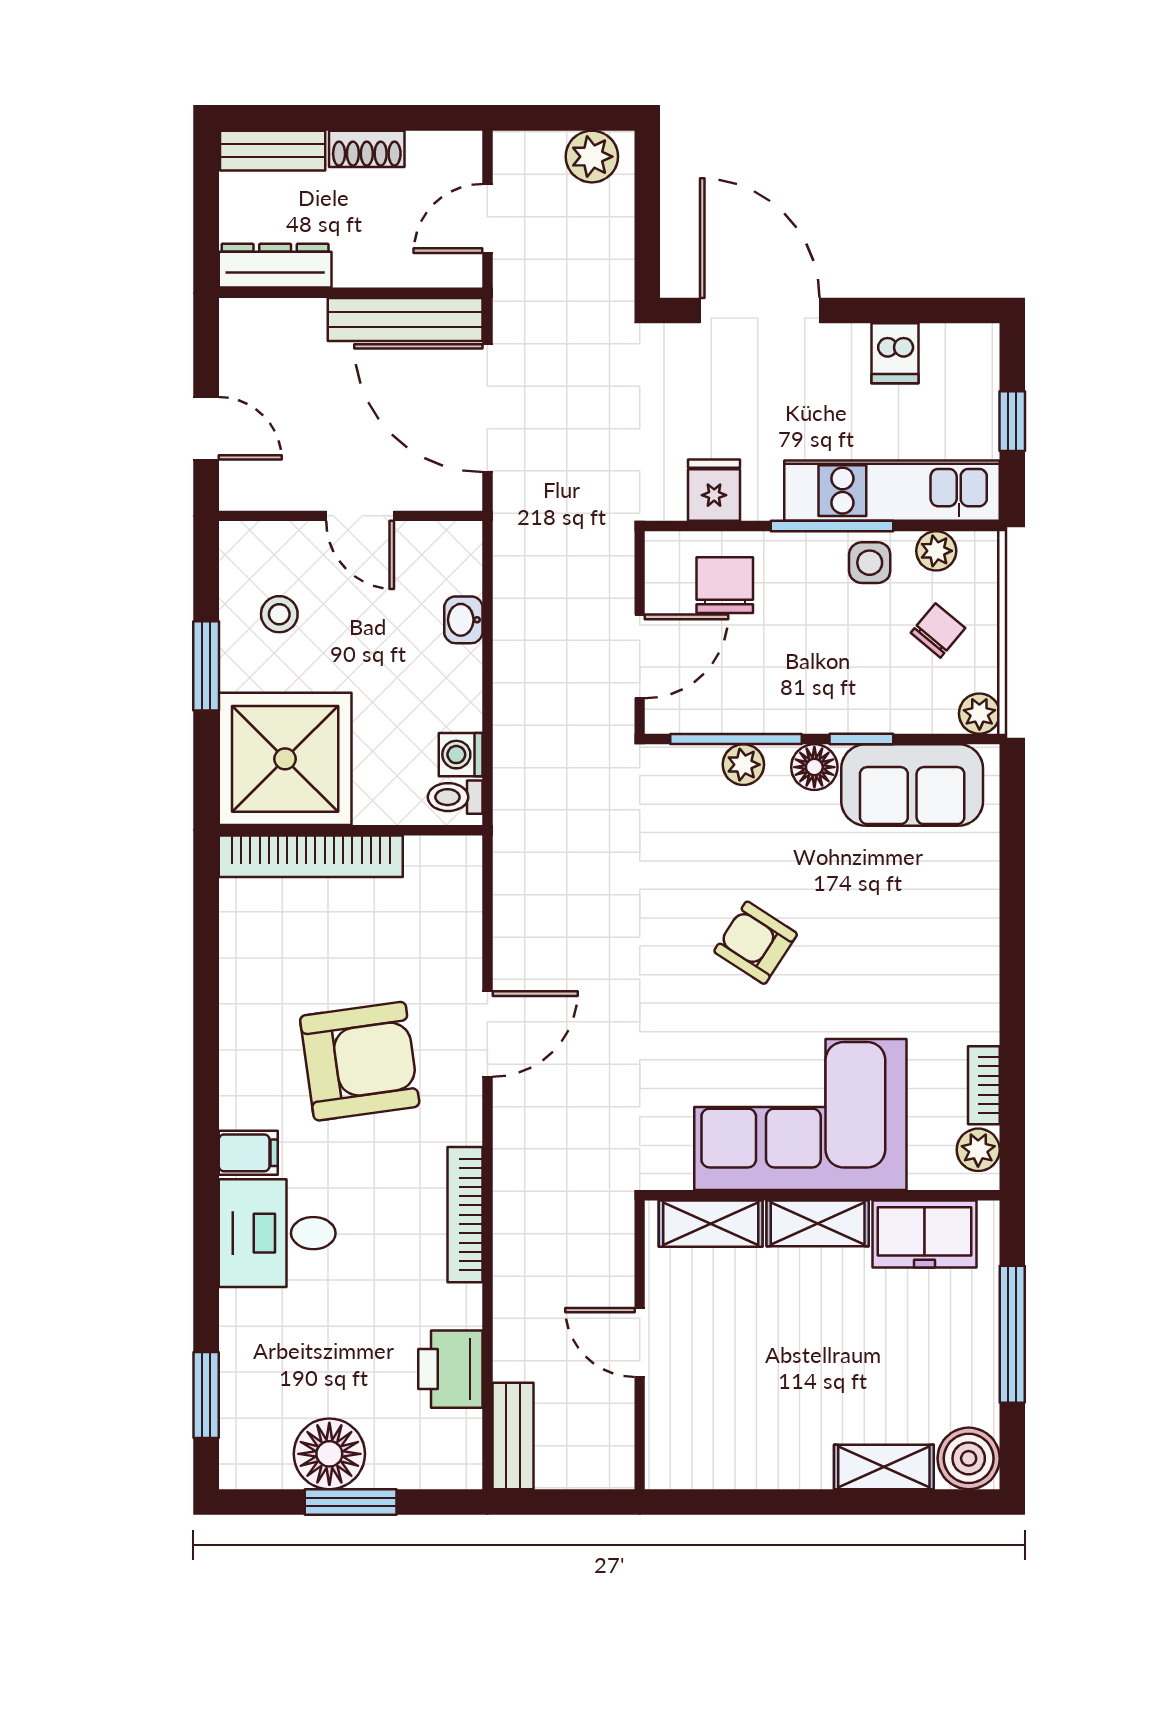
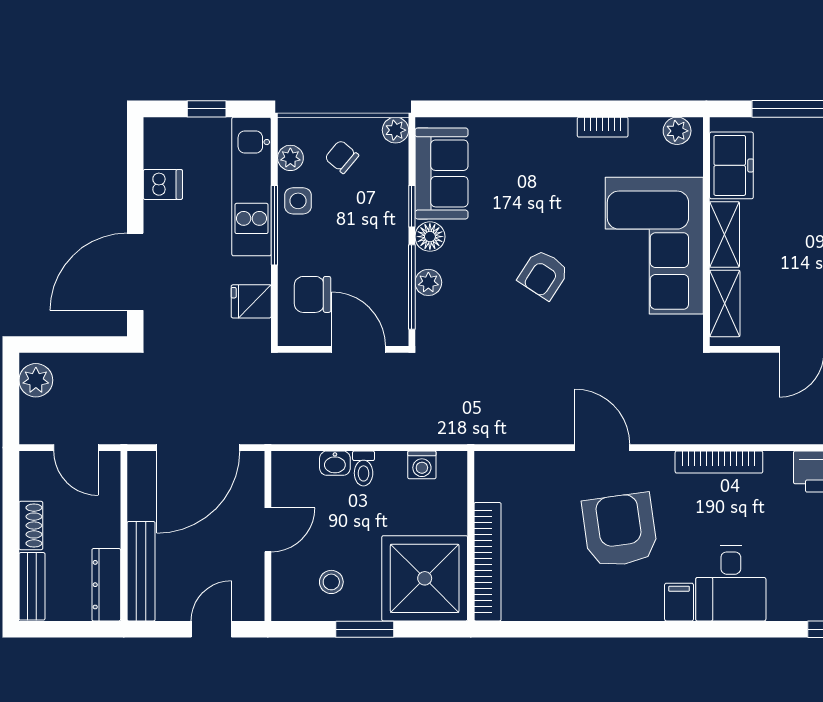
bench: (405, 319) -> (141, 571), moved
toilet: (455, 797) -> (364, 468), moved
bookcase: (984, 1085) -> (603, 127), moved

